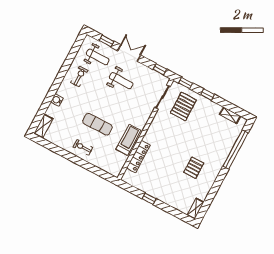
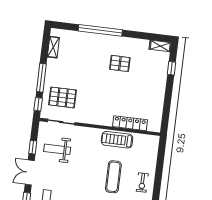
window: (160, 69) -> (33, 147), moved
weight bench: (121, 81) -> (57, 149), moved, turned -90
window: (207, 95) -> (41, 78), width x2.17
window: (235, 150) -> (100, 30), moved
window: (149, 199) -> (172, 68), moved

